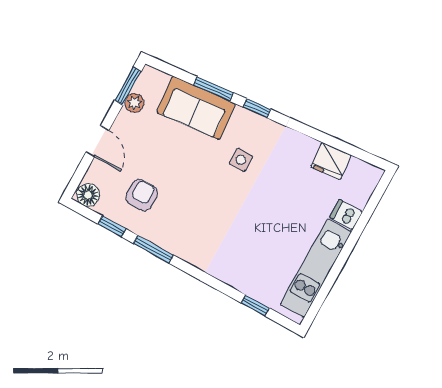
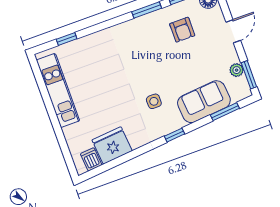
window: (213, 89) -> (225, 112), moved
door: (97, 141) -> (233, 31), swing flipped
fridge: (331, 161) -> (112, 145), width x1.36, depth x1.34
dishwasher: (346, 215) -> (91, 159), moved, turned -95

